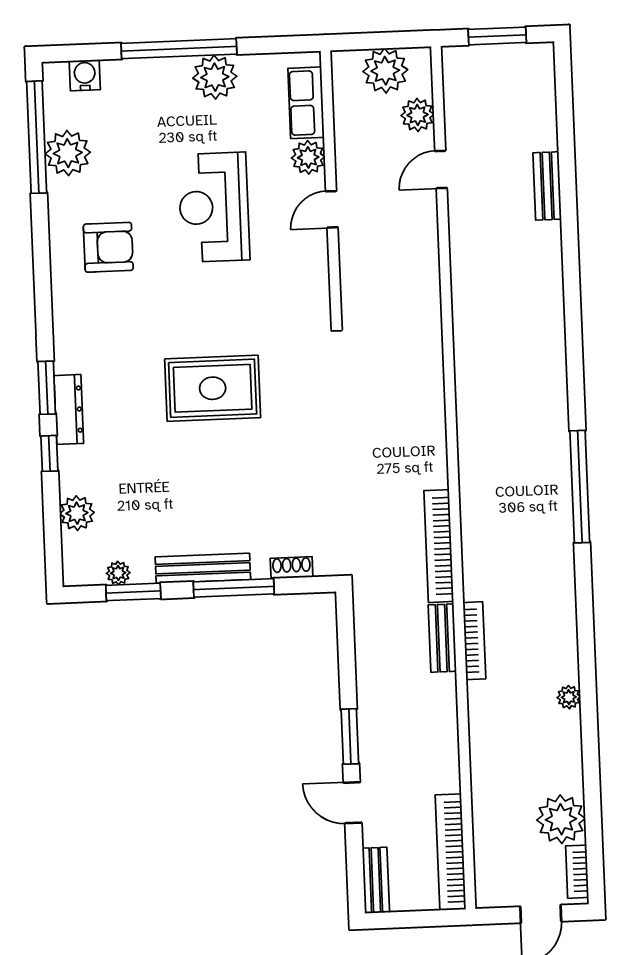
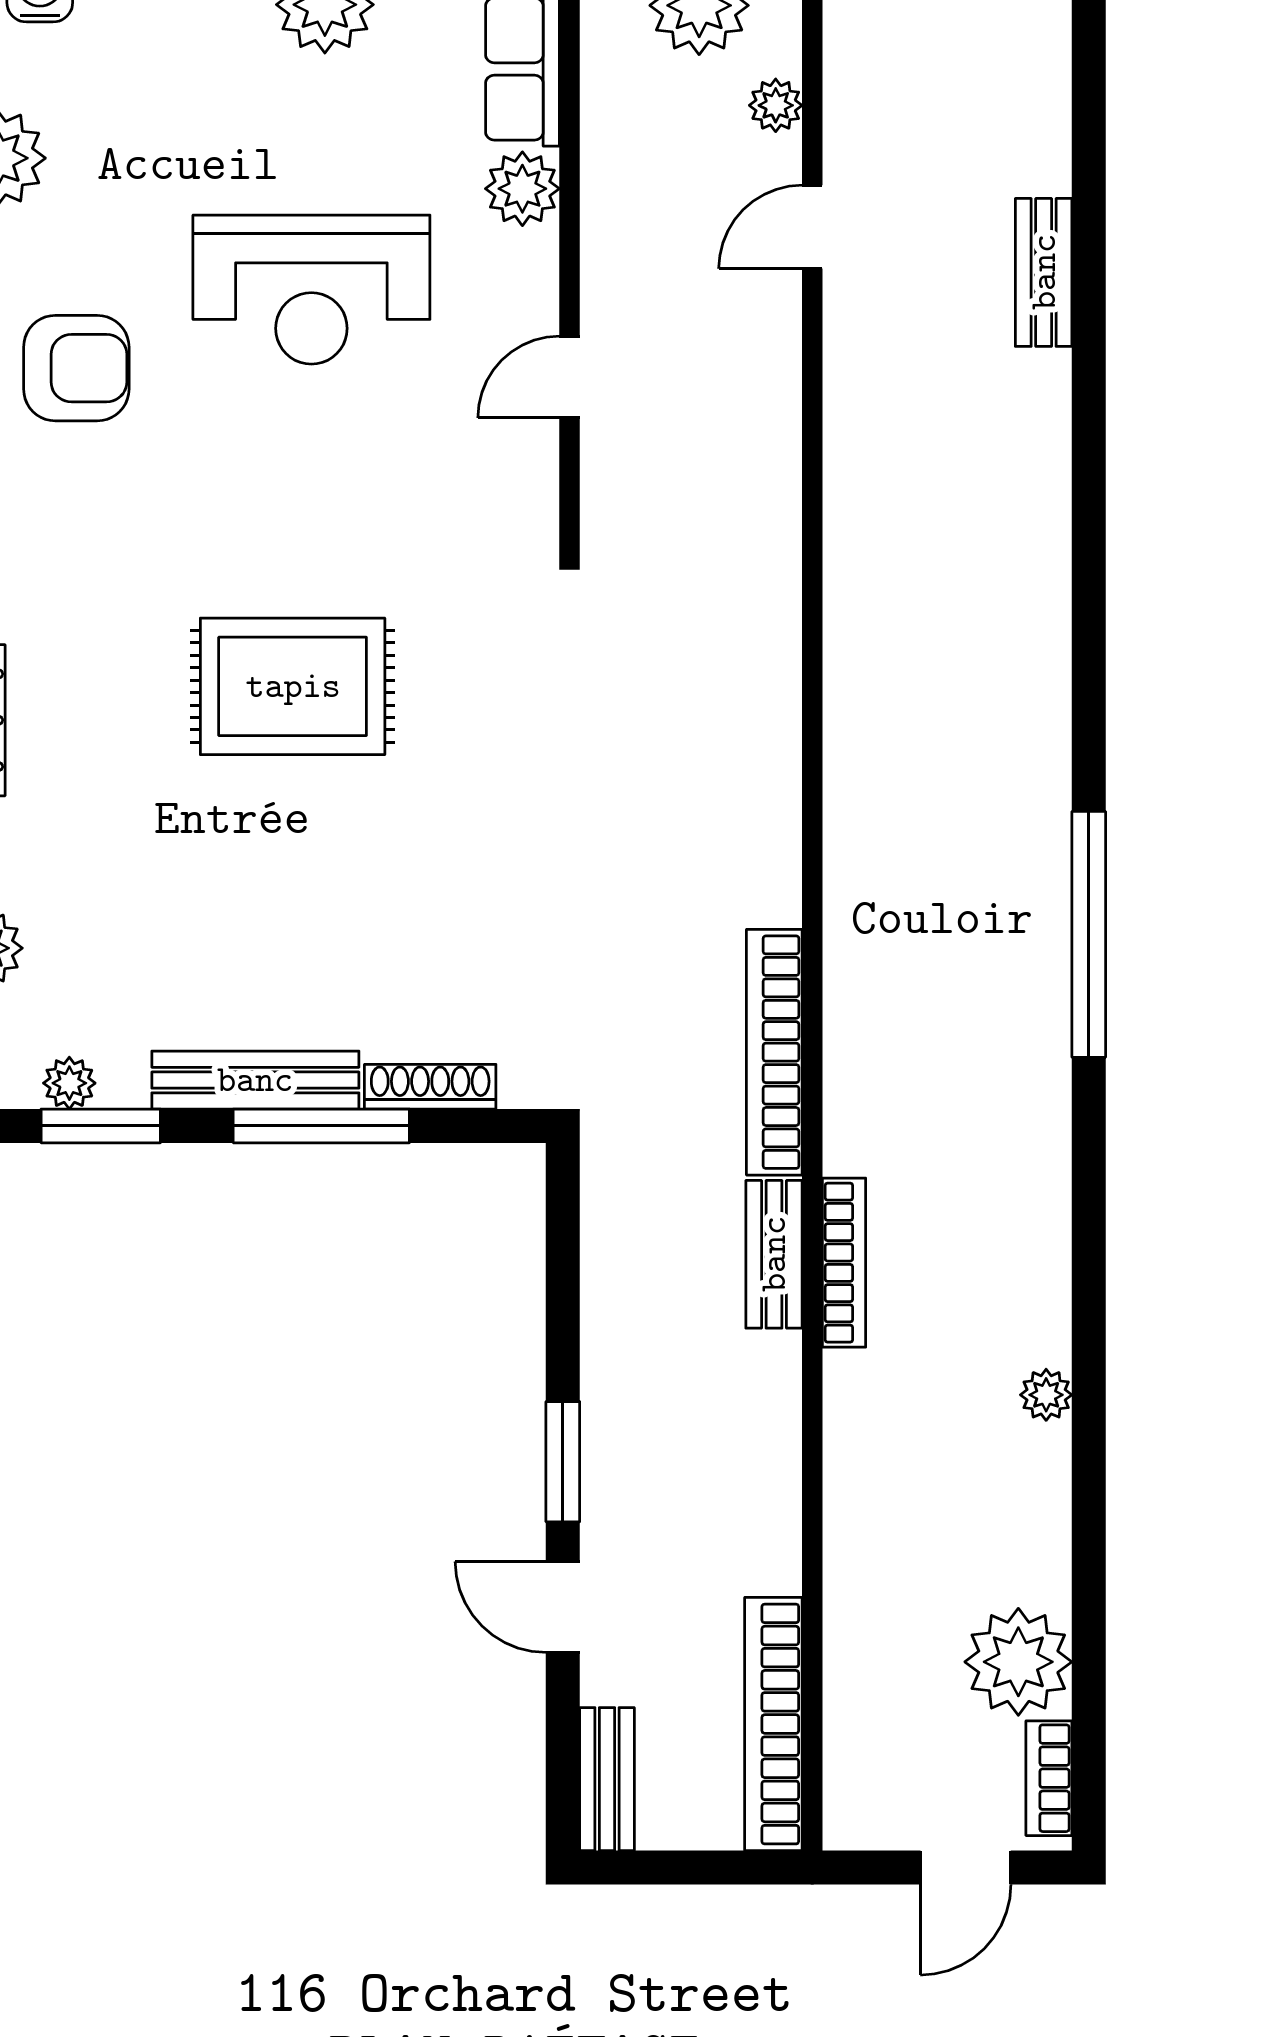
plant: (418, 115) -> (776, 105), width x0.73, depth x0.73
reception desk: (214, 207) -> (311, 290), turned -90
door: (332, 209) -> (570, 377), moved
shoe rack: (292, 568) -> (430, 1087), width x1.43

